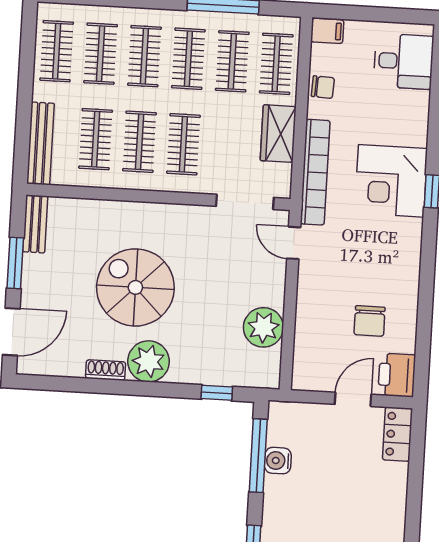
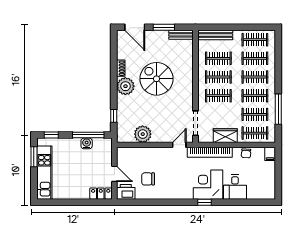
desk: (404, 61) -> (235, 187), moved
spiral stairs: (135, 287) -> (157, 79), turned -90

